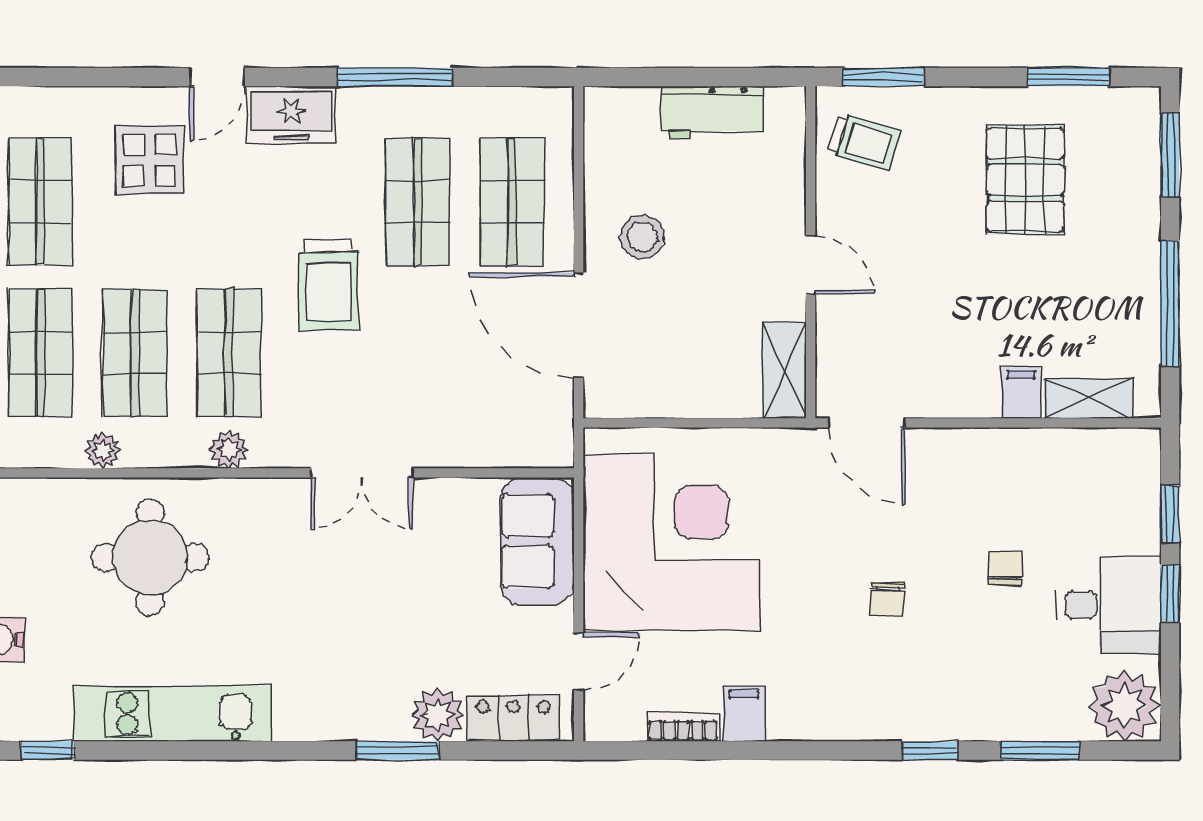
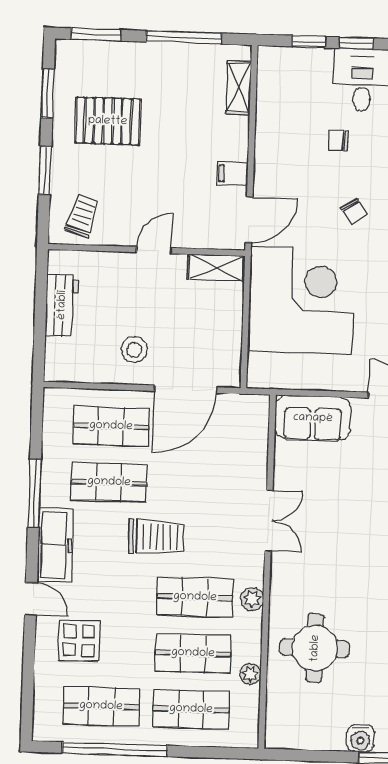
window: (883, 77) -> (45, 170), moved
freezer: (291, 115) -> (55, 545), width x1.40
filing cabinet: (1021, 392) -> (232, 174), moved
corner desk: (672, 542) -> (302, 300), moved, turned 90
chair: (887, 599) -> (354, 211), turned 55

